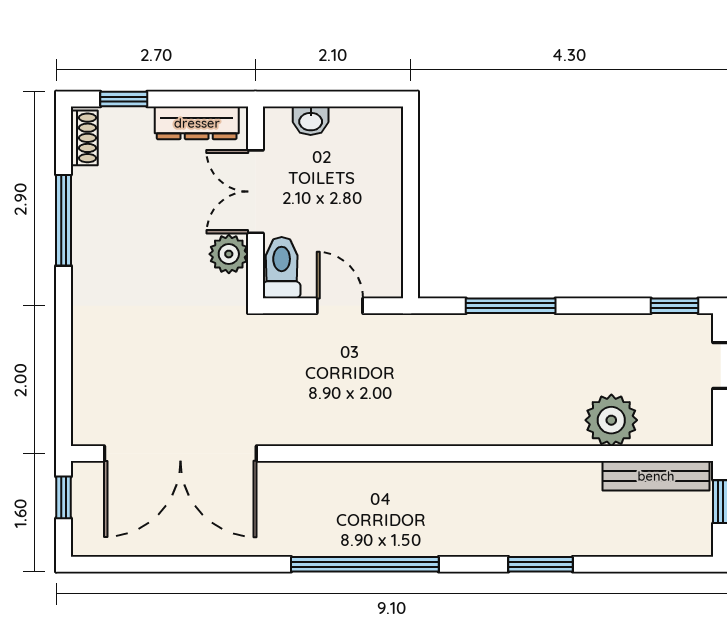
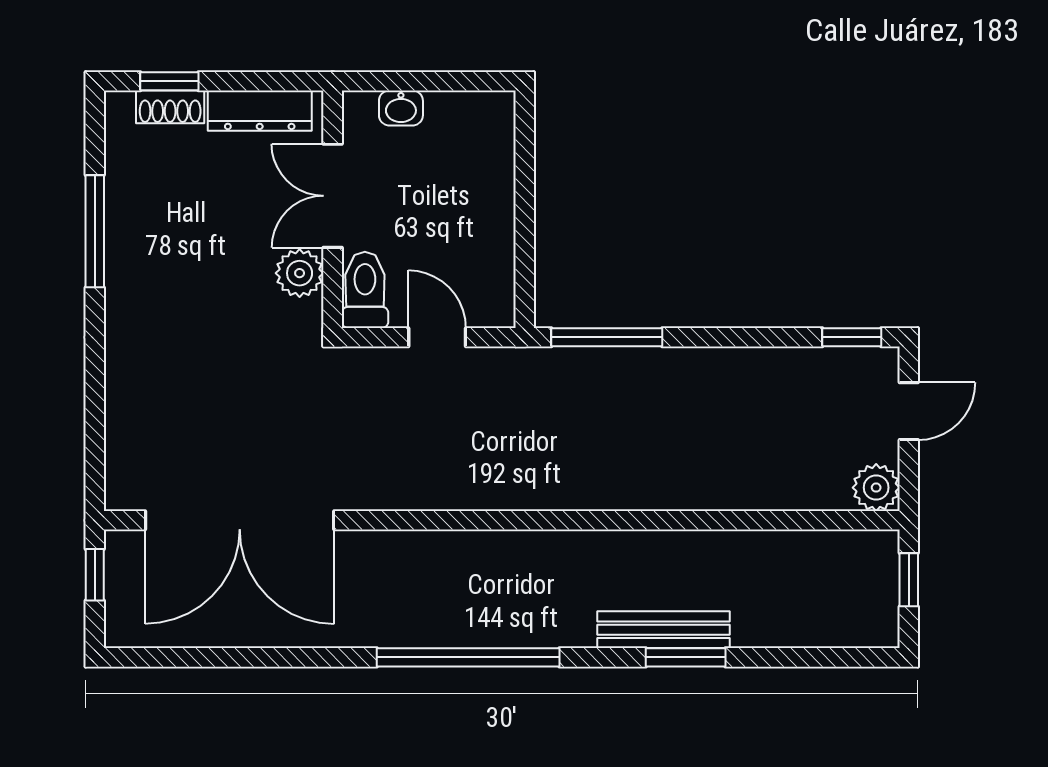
shoe rack: (84, 138) -> (170, 107), moved, turned 90
window: (511, 306) -> (607, 337), moved
plant: (611, 420) -> (876, 488), moved, width x0.73, depth x0.73
bench: (656, 476) -> (663, 630), moved

